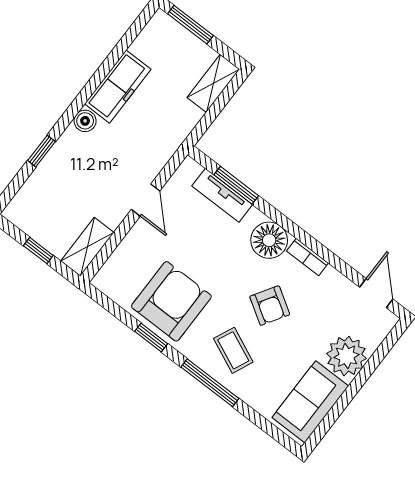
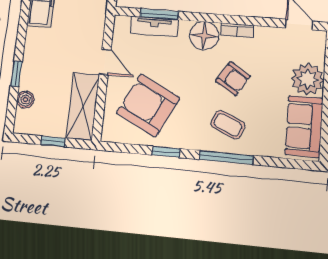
boiler: (85, 121) -> (25, 99), moved
shelving: (87, 247) -> (83, 106), width x1.50, depth x1.33
armchair: (171, 301) -> (148, 105), moved, turned -63

